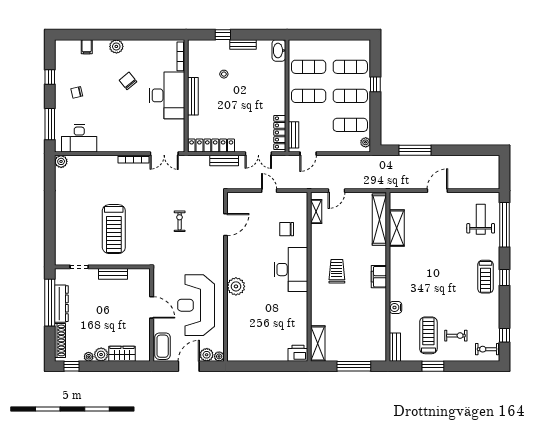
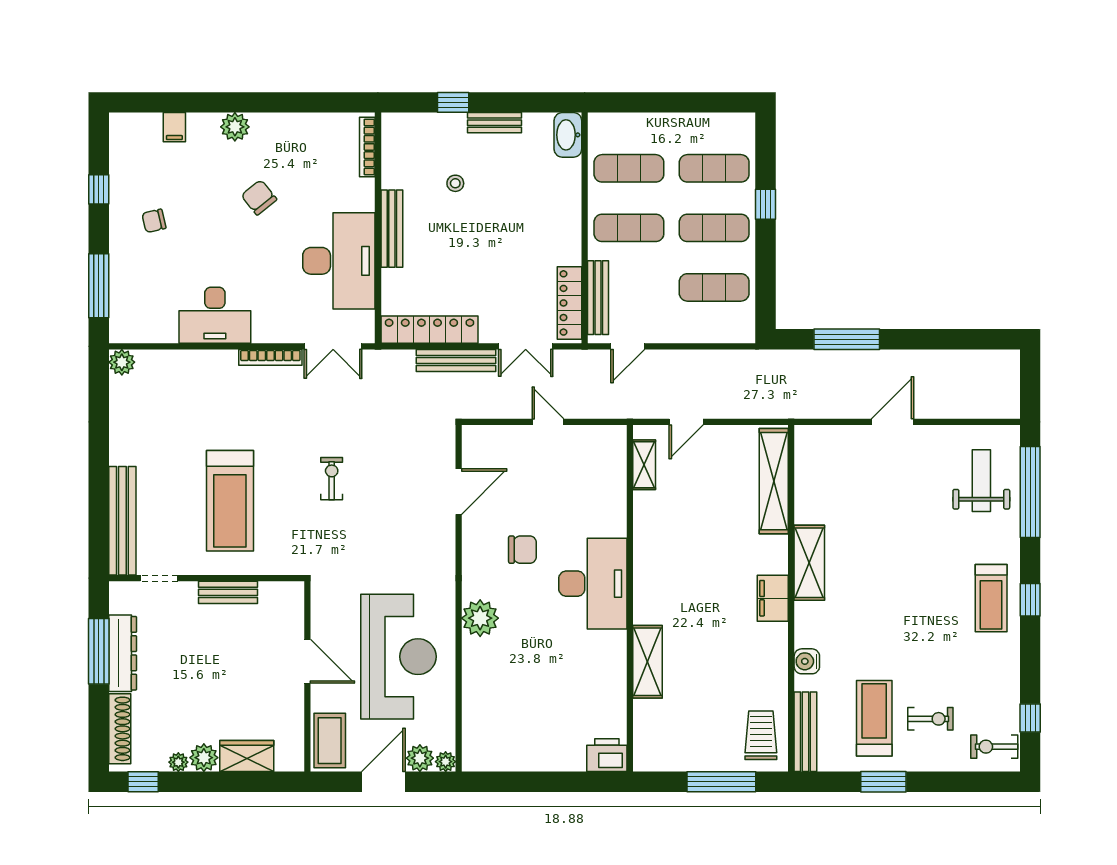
desk: (167, 95) -> (339, 261), moved
bench: (294, 135) -> (598, 298), width x1.36
desk: (79, 138) -> (215, 315), moved
plant: (366, 142) -> (745, 323), removed
bench: (224, 161) -> (456, 360), width x1.36
exercise bike: (180, 221) -> (332, 479), moved
shelving: (397, 228) -> (809, 563), moved
chair: (287, 229) -> (522, 550), moved, turned 180
bench: (61, 239) -> (122, 521), added
trolley: (337, 271) -> (761, 735), moved
window: (50, 303) -> (99, 651), width x0.68
reception desk: (196, 305) -> (398, 657), turned 180
shelving: (318, 344) -> (648, 662), moved
bench: (395, 347) -> (805, 732), width x1.36

